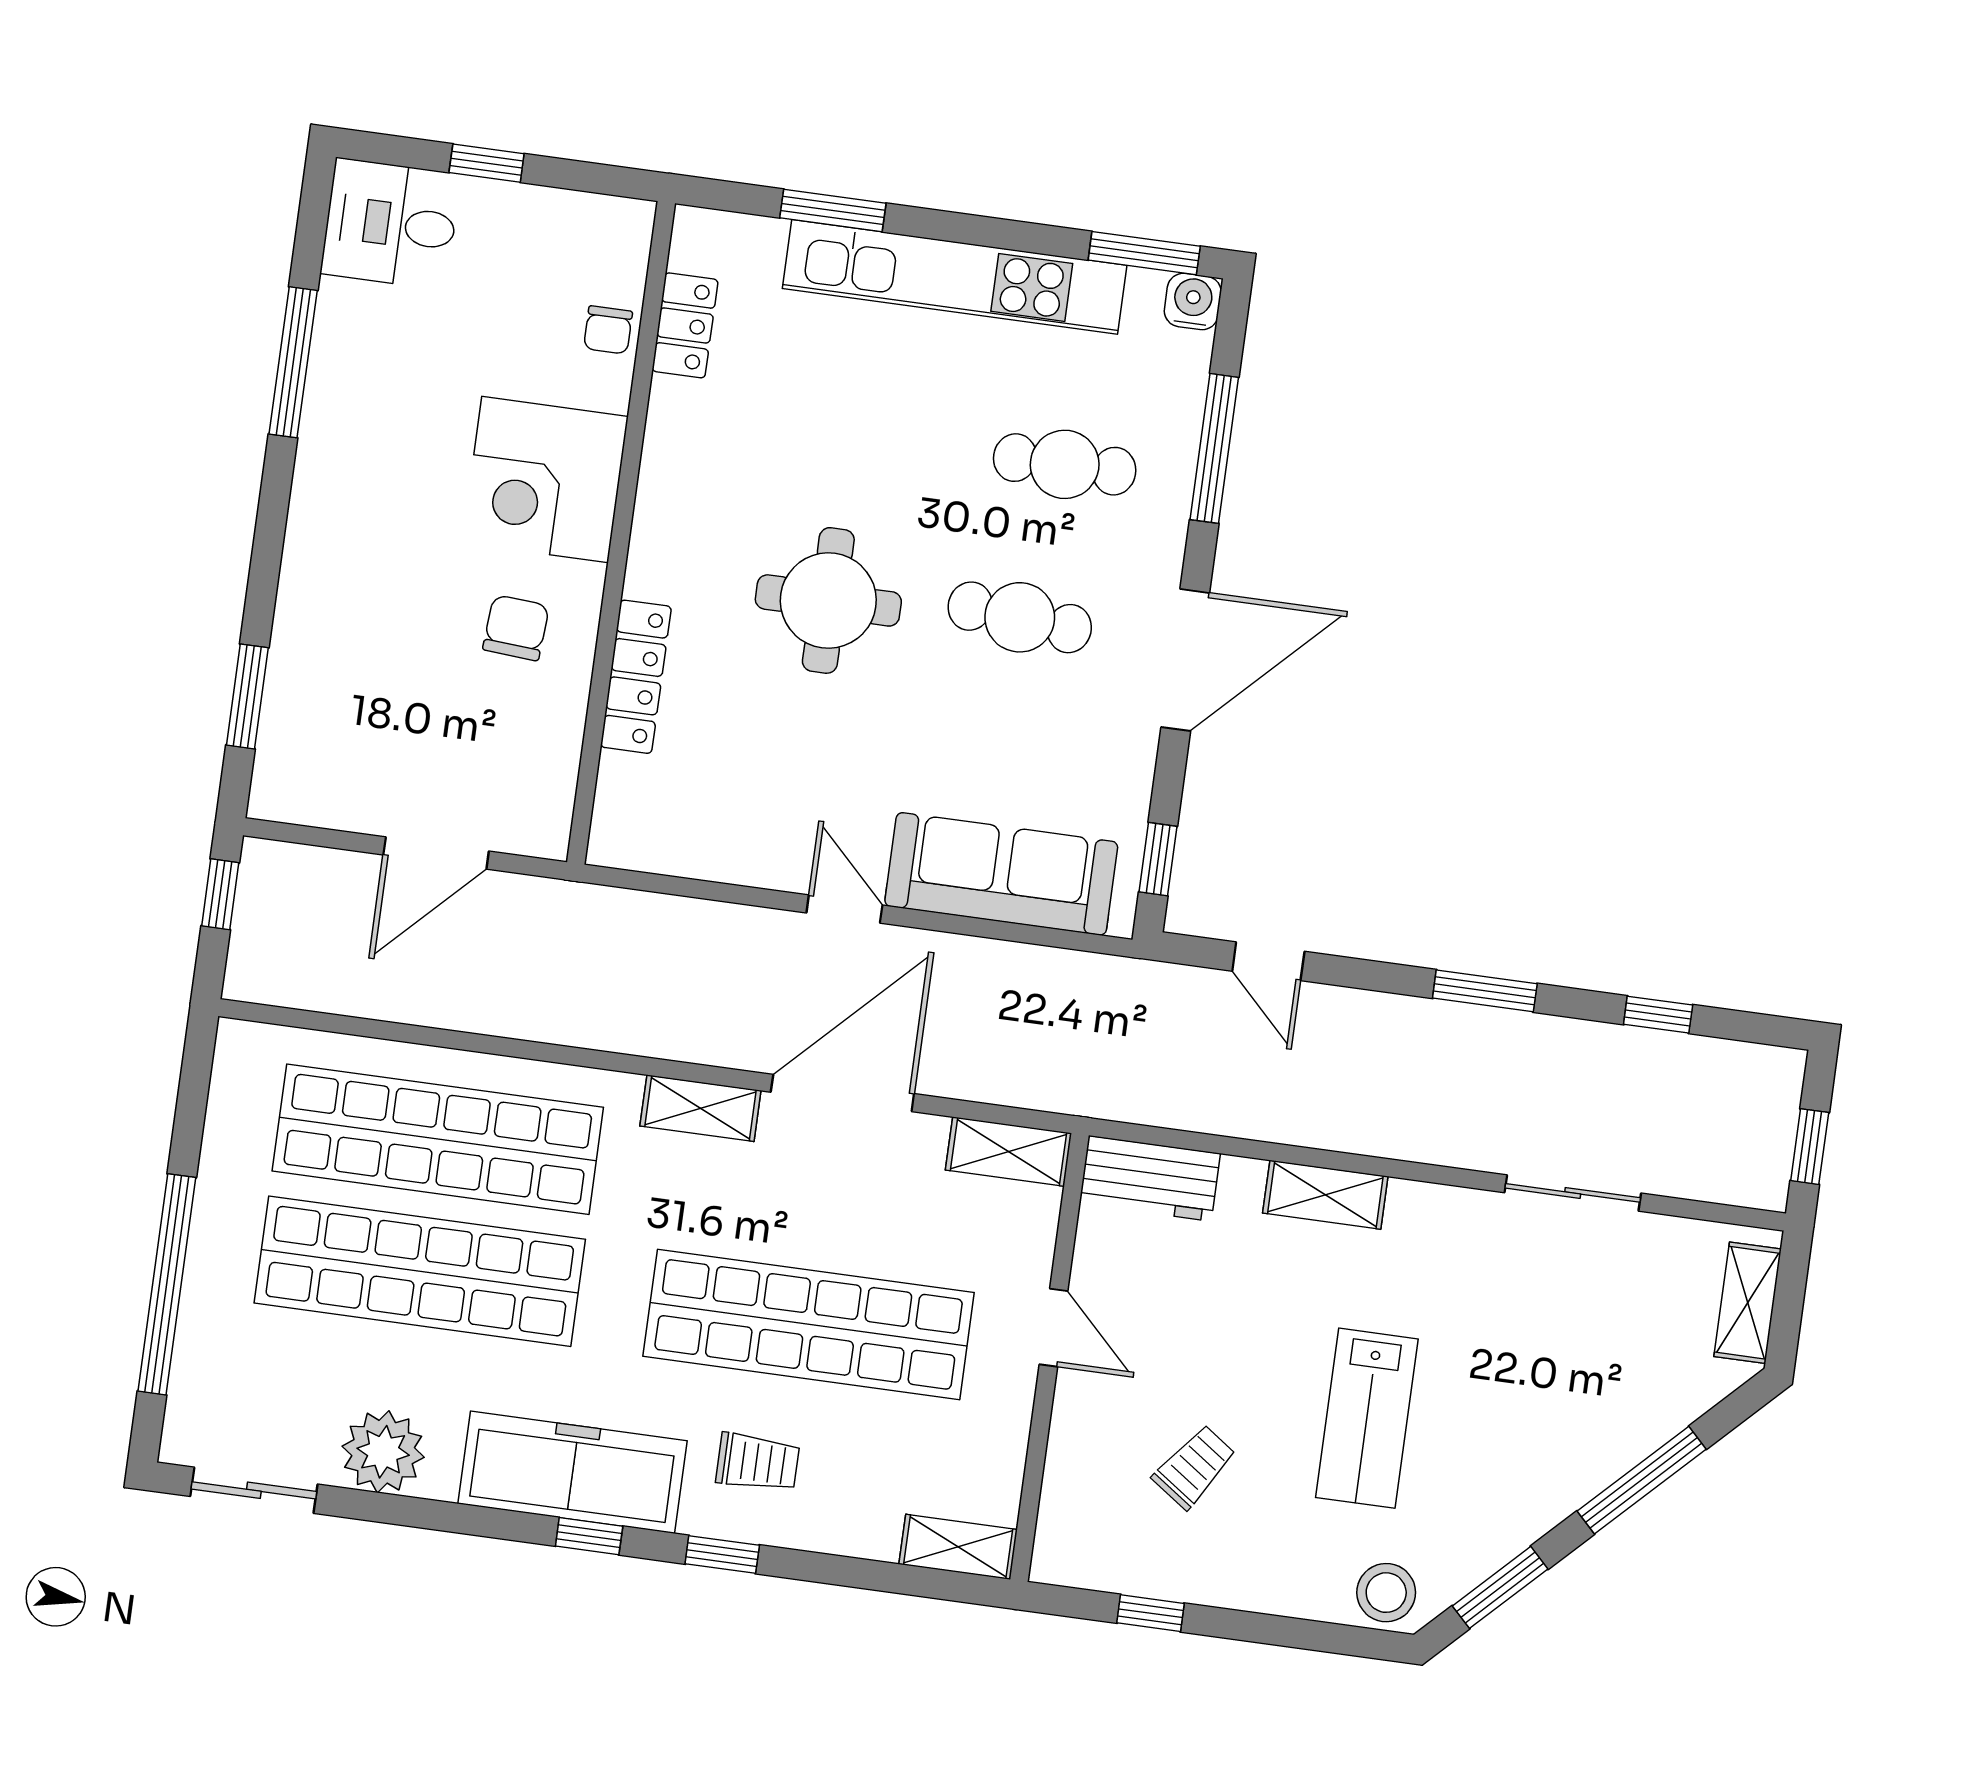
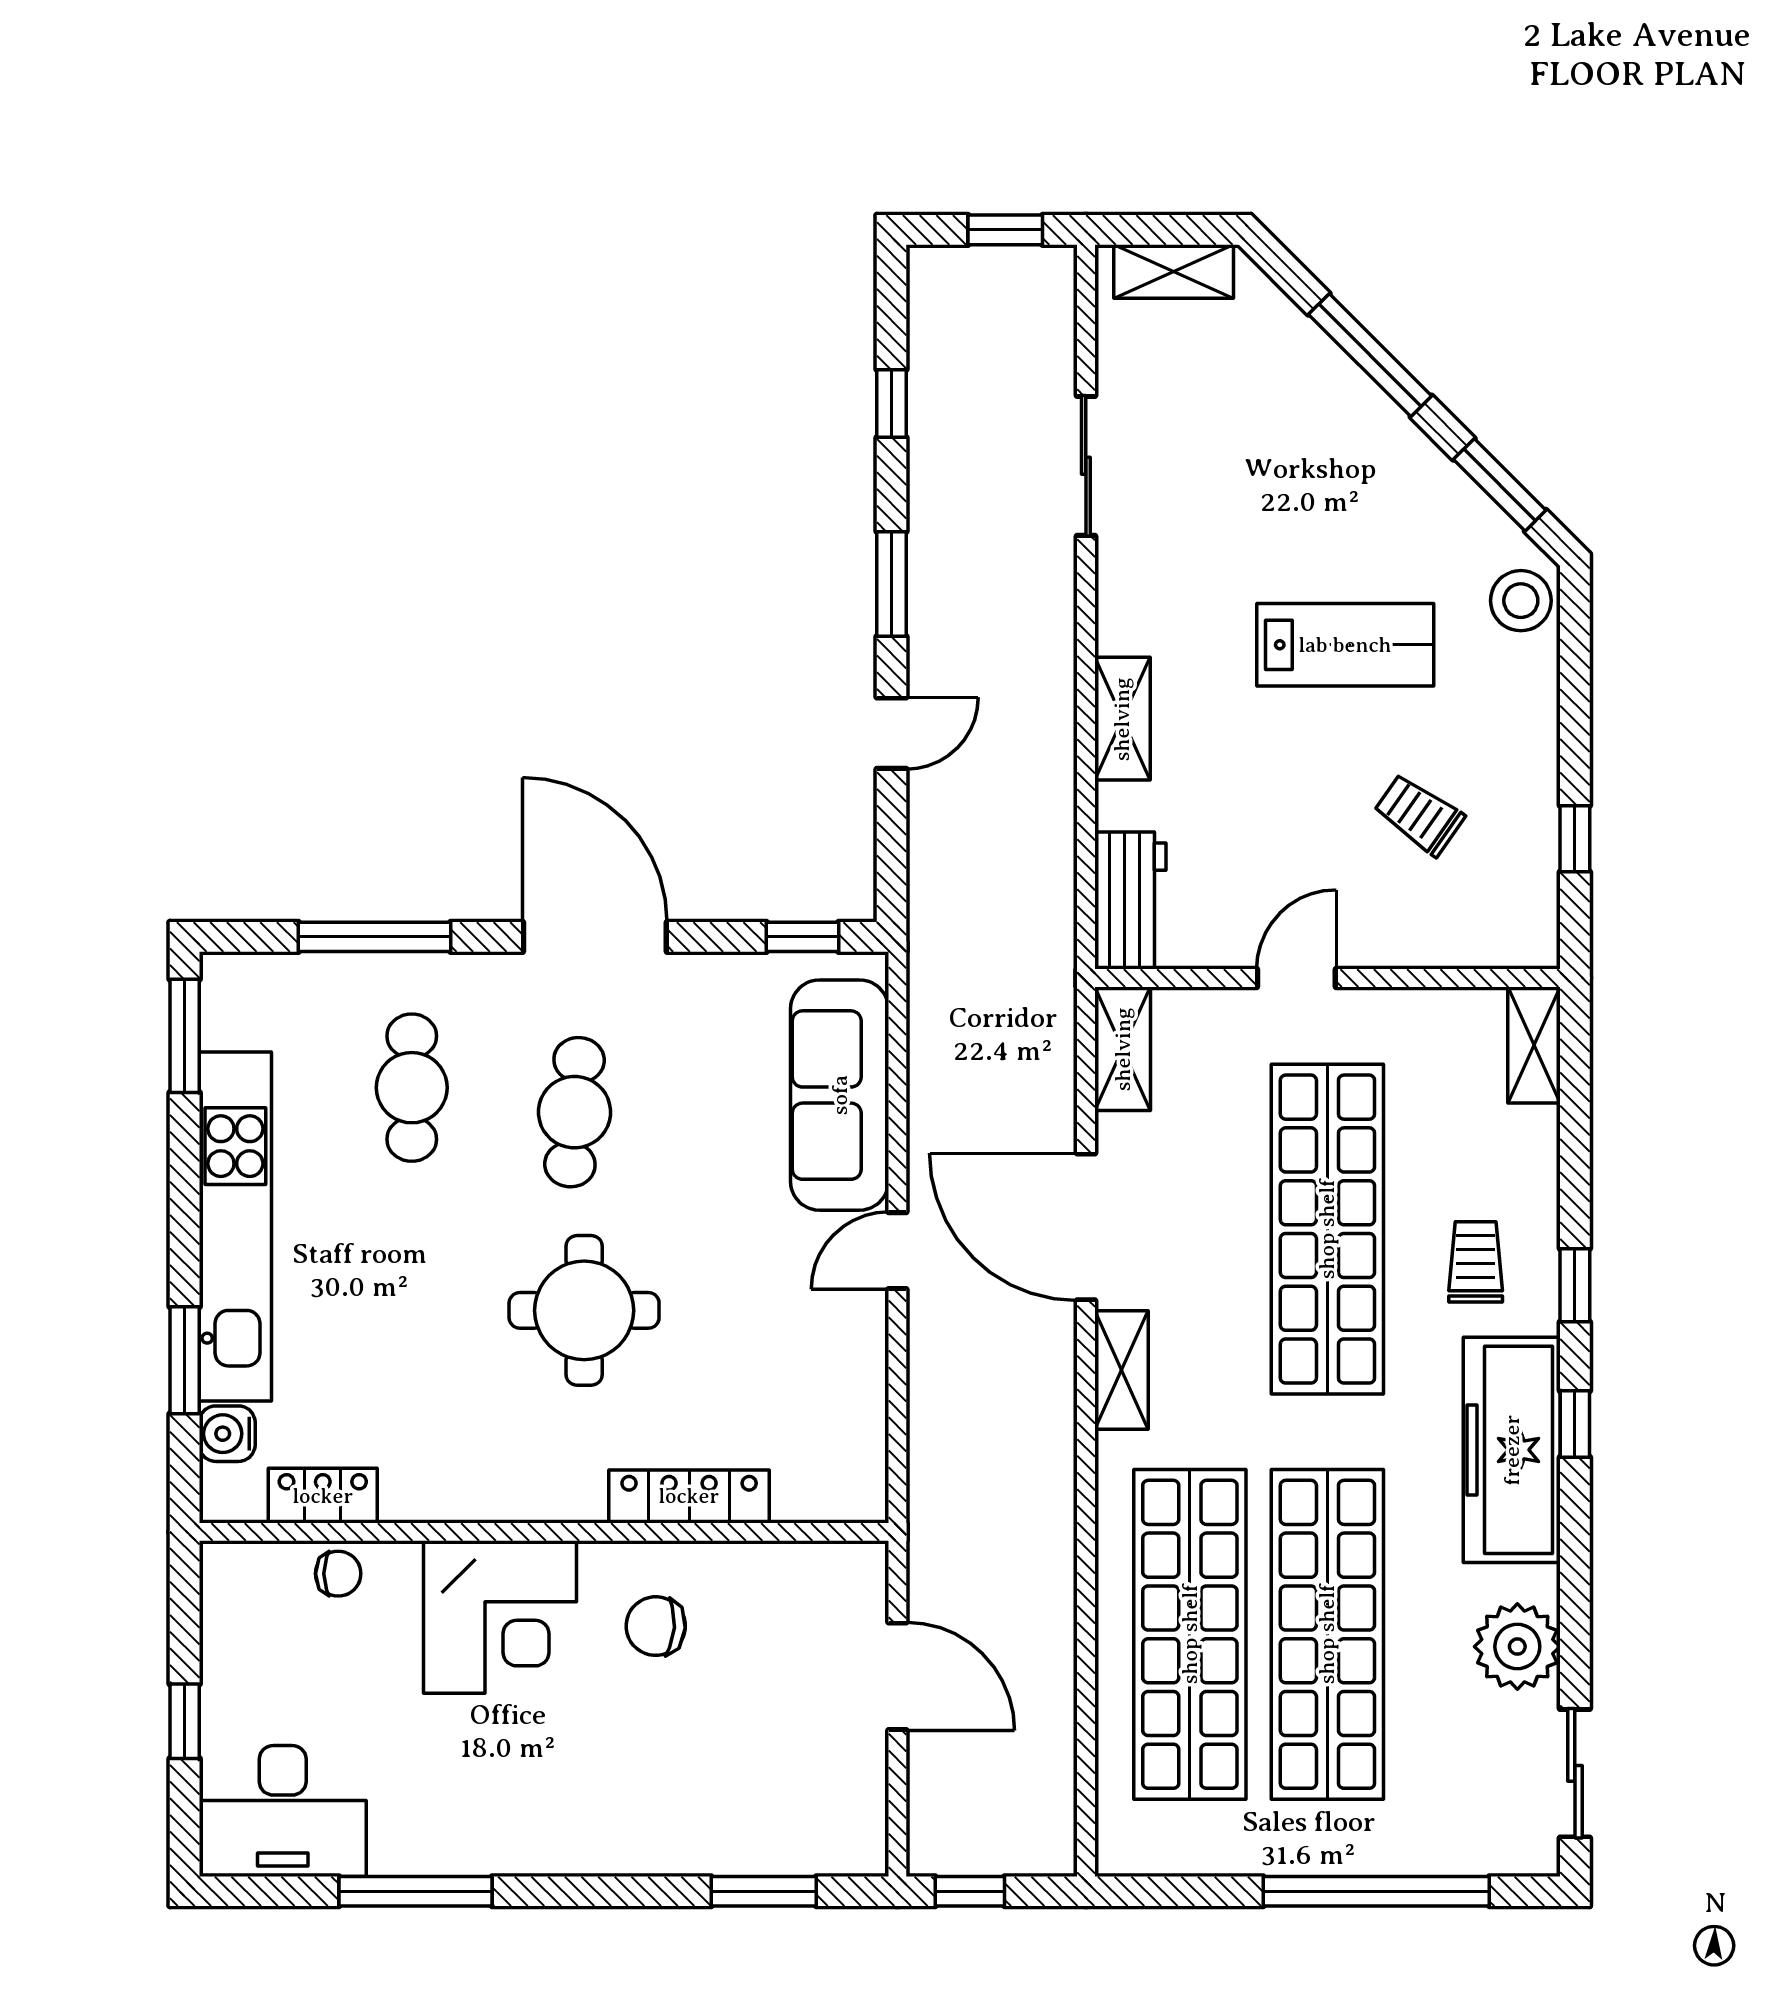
desk: (391, 224) -> (283, 1811), width x1.37
water cooler: (1193, 301) -> (227, 1434), moved
door: (1268, 961) -> (891, 733), moved

